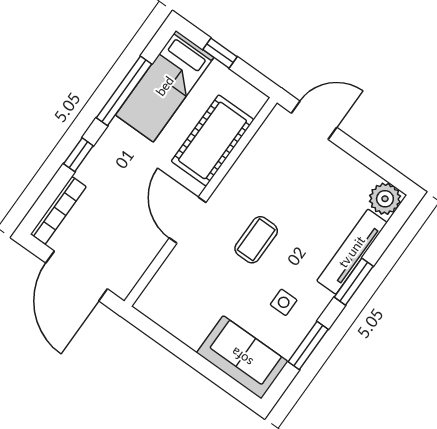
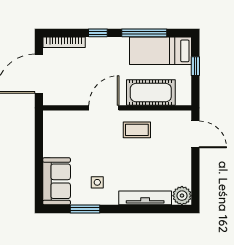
coffee table: (256, 240) -> (137, 130), moved
window: (354, 282) -> (131, 209), removed

